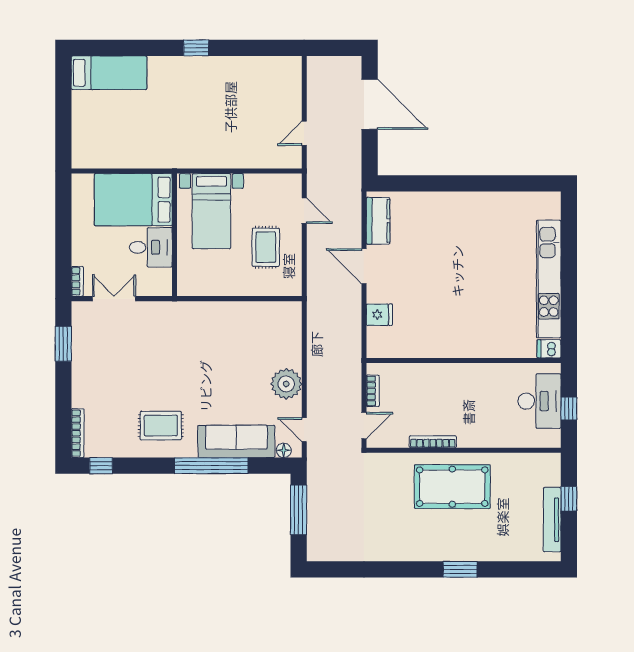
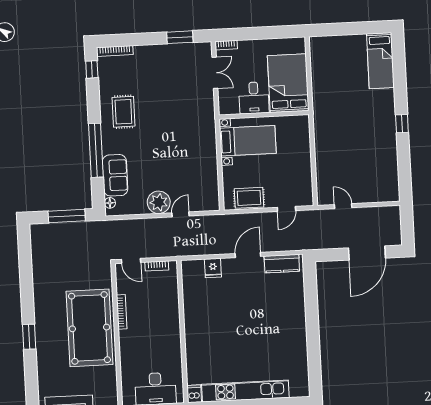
bed with nightstands: (211, 211) -> (248, 141), moved, turned 180
rug: (266, 247) -> (249, 198), moved
door: (304, 430) -> (180, 214), moved
sofa: (236, 441) -> (115, 175), width x0.73
pool table: (452, 487) -> (89, 328), width x1.36, depth x1.32

